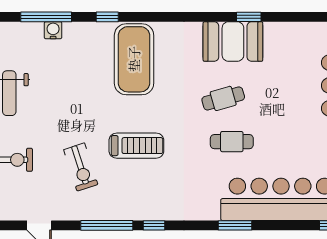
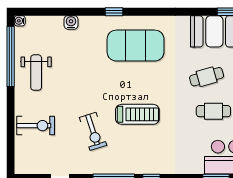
window: (46, 17) -> (65, 12), removed
exercise mat: (134, 59) -> (136, 46), turned 90

